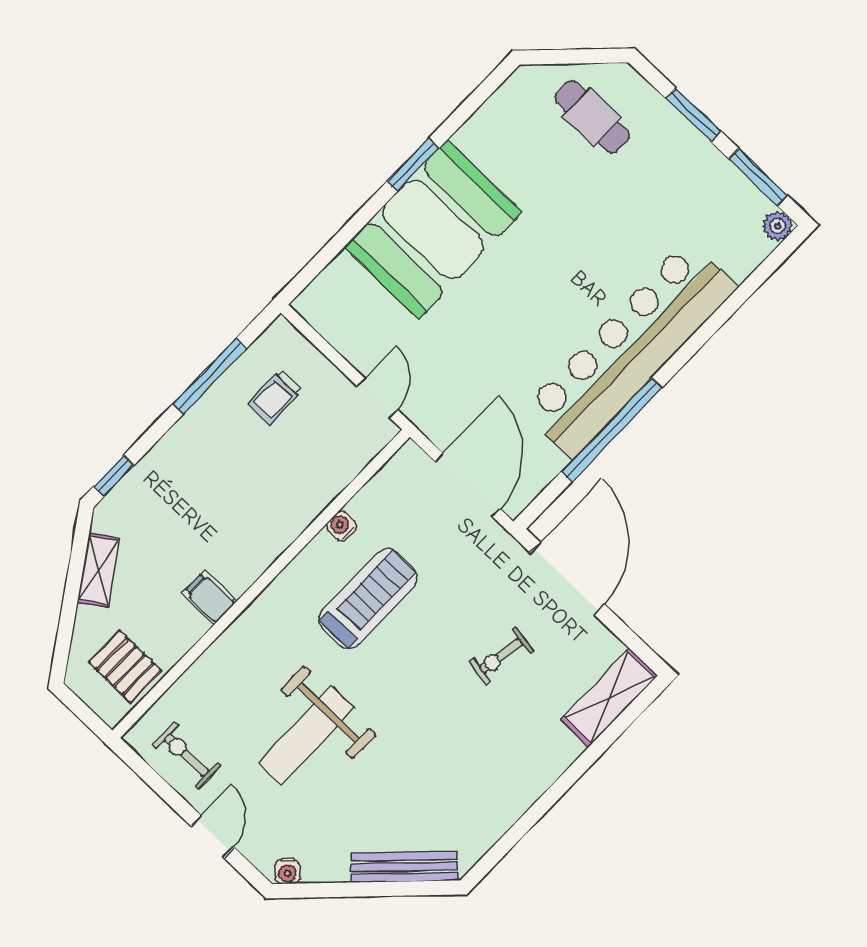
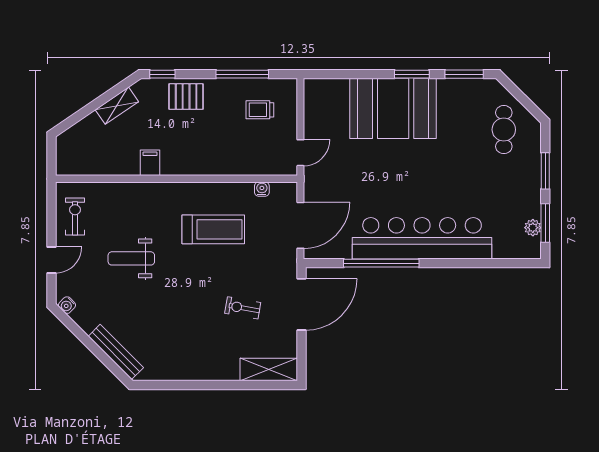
window: (476, 100) -> (464, 74), added
plant: (778, 226) -> (533, 228), moved
water cooler: (341, 526) -> (262, 189), moved
pallet: (125, 666) -> (186, 97), moved, turned 90
weight bench: (306, 735) -> (131, 258), width x0.73, depth x0.75

